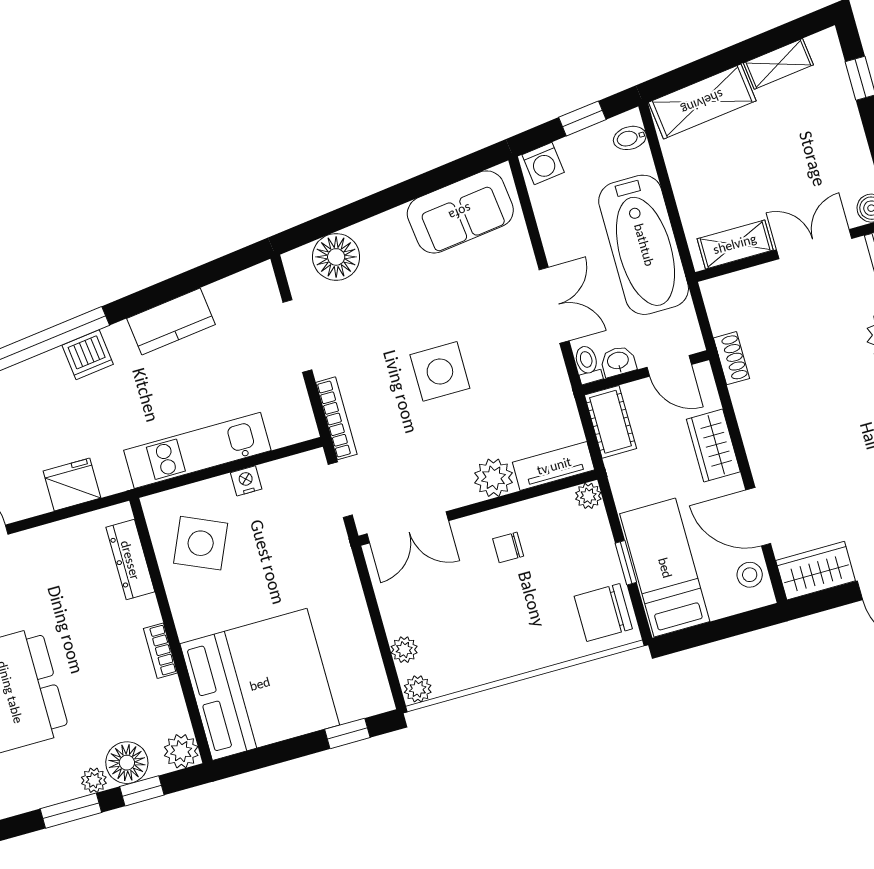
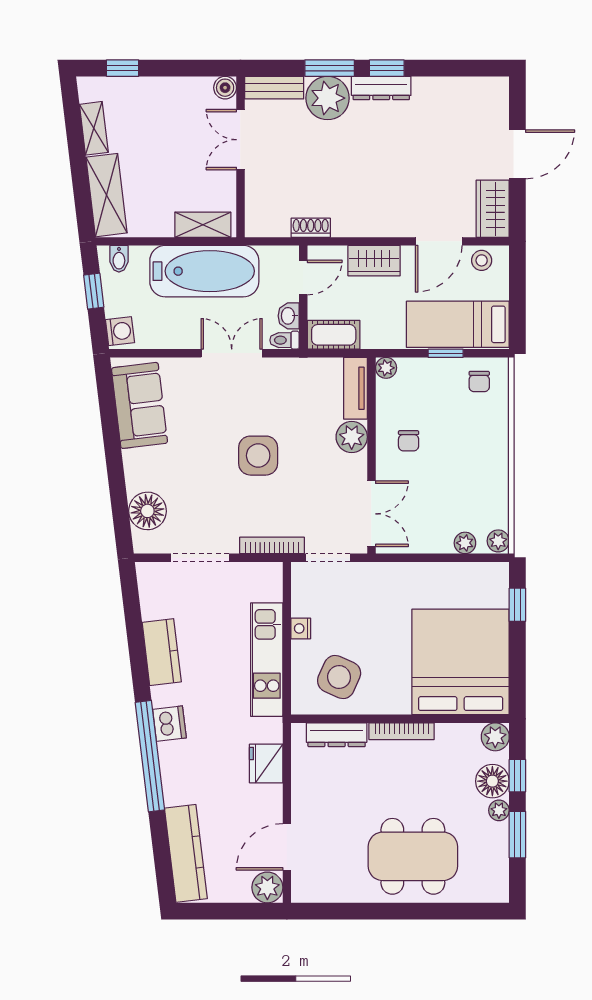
shelving: (735, 244) -> (203, 225), moved, turned 90
chair: (603, 613) -> (479, 381), width x0.54, depth x0.54
bookcase: (160, 651) -> (402, 731), width x1.56

